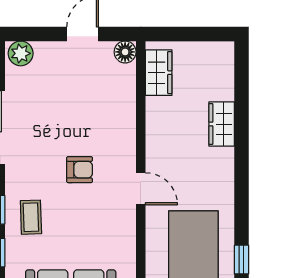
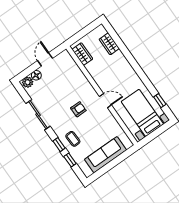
floor lamp: (125, 52) -> (36, 75), moved
wardrobe: (222, 124) -> (109, 44), moved

